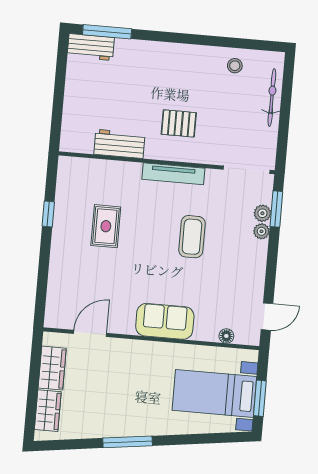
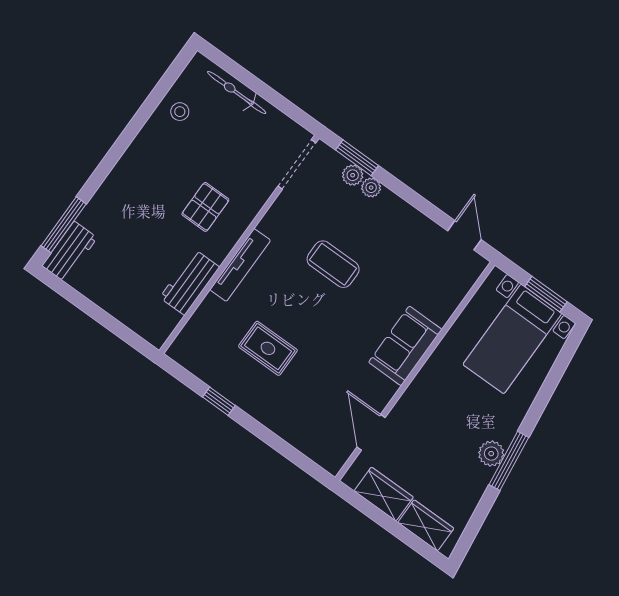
tv unit: (173, 174) -> (240, 265), moved
floor lamp: (226, 336) -> (459, 290), removed
plant: (125, 426) -> (491, 454), added

